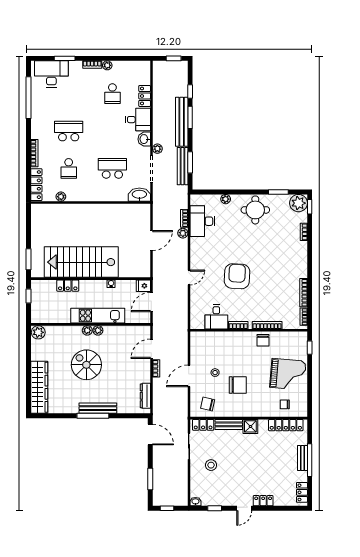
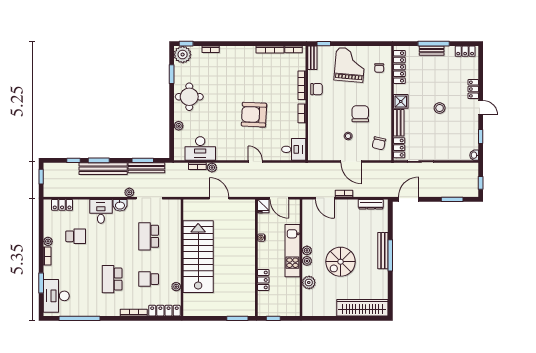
locker: (145, 96) -> (62, 205), moved
school desk: (69, 168) -> (149, 279), turned 180
washbasin: (139, 195) -> (174, 210), removed
stairs: (81, 262) -> (198, 257), moved, turned 180
desk: (216, 317) -> (294, 149), moved
plant: (38, 332) -> (309, 283), moved
bench: (295, 336) -> (312, 58), added
stool: (211, 465) -> (440, 108), moved

